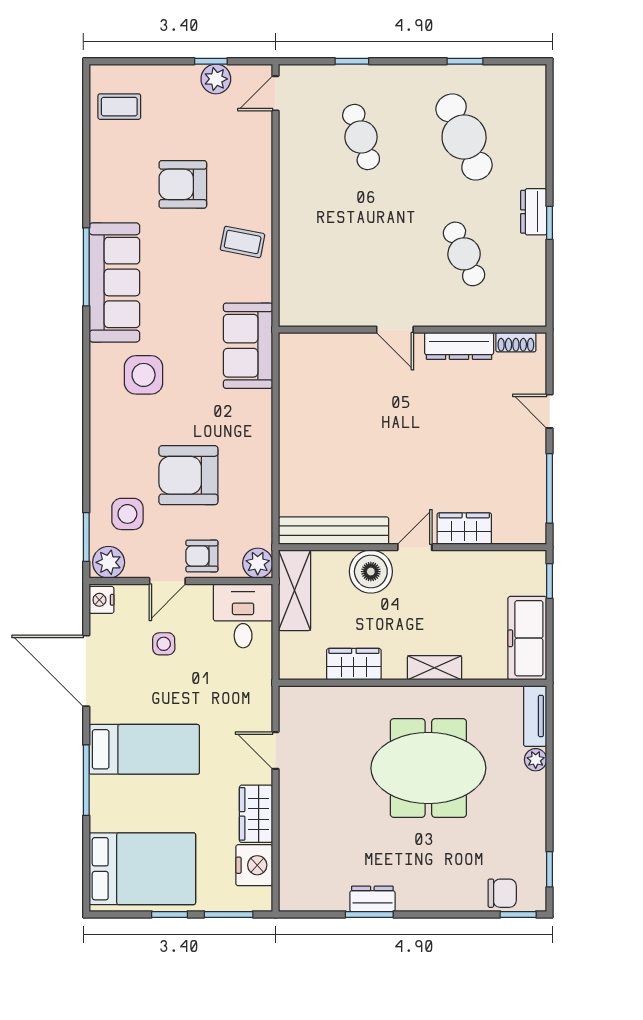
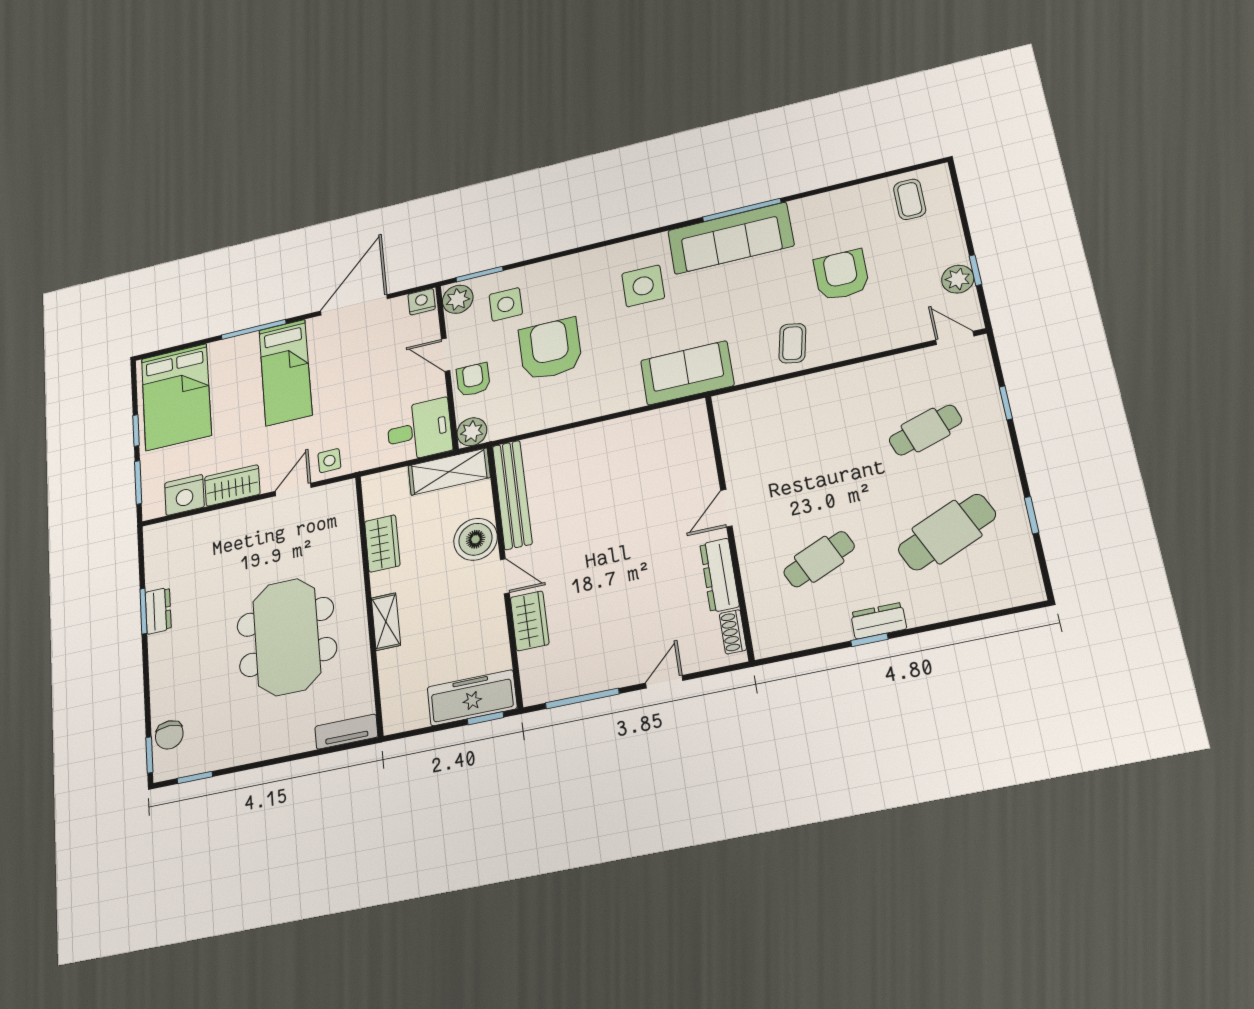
freezer: (527, 638) -> (472, 698), moved
side table: (164, 644) -> (329, 461), moved
plant: (536, 760) -> (302, 741), removed

